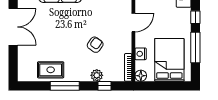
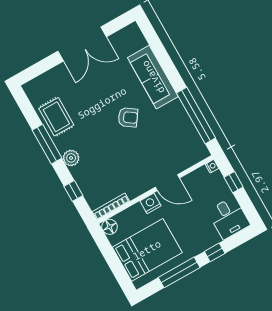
armchair: (95, 45) -> (128, 117), moved
nightstand: (141, 54) -> (151, 203), moved
plant: (97, 75) -> (71, 158), moved

